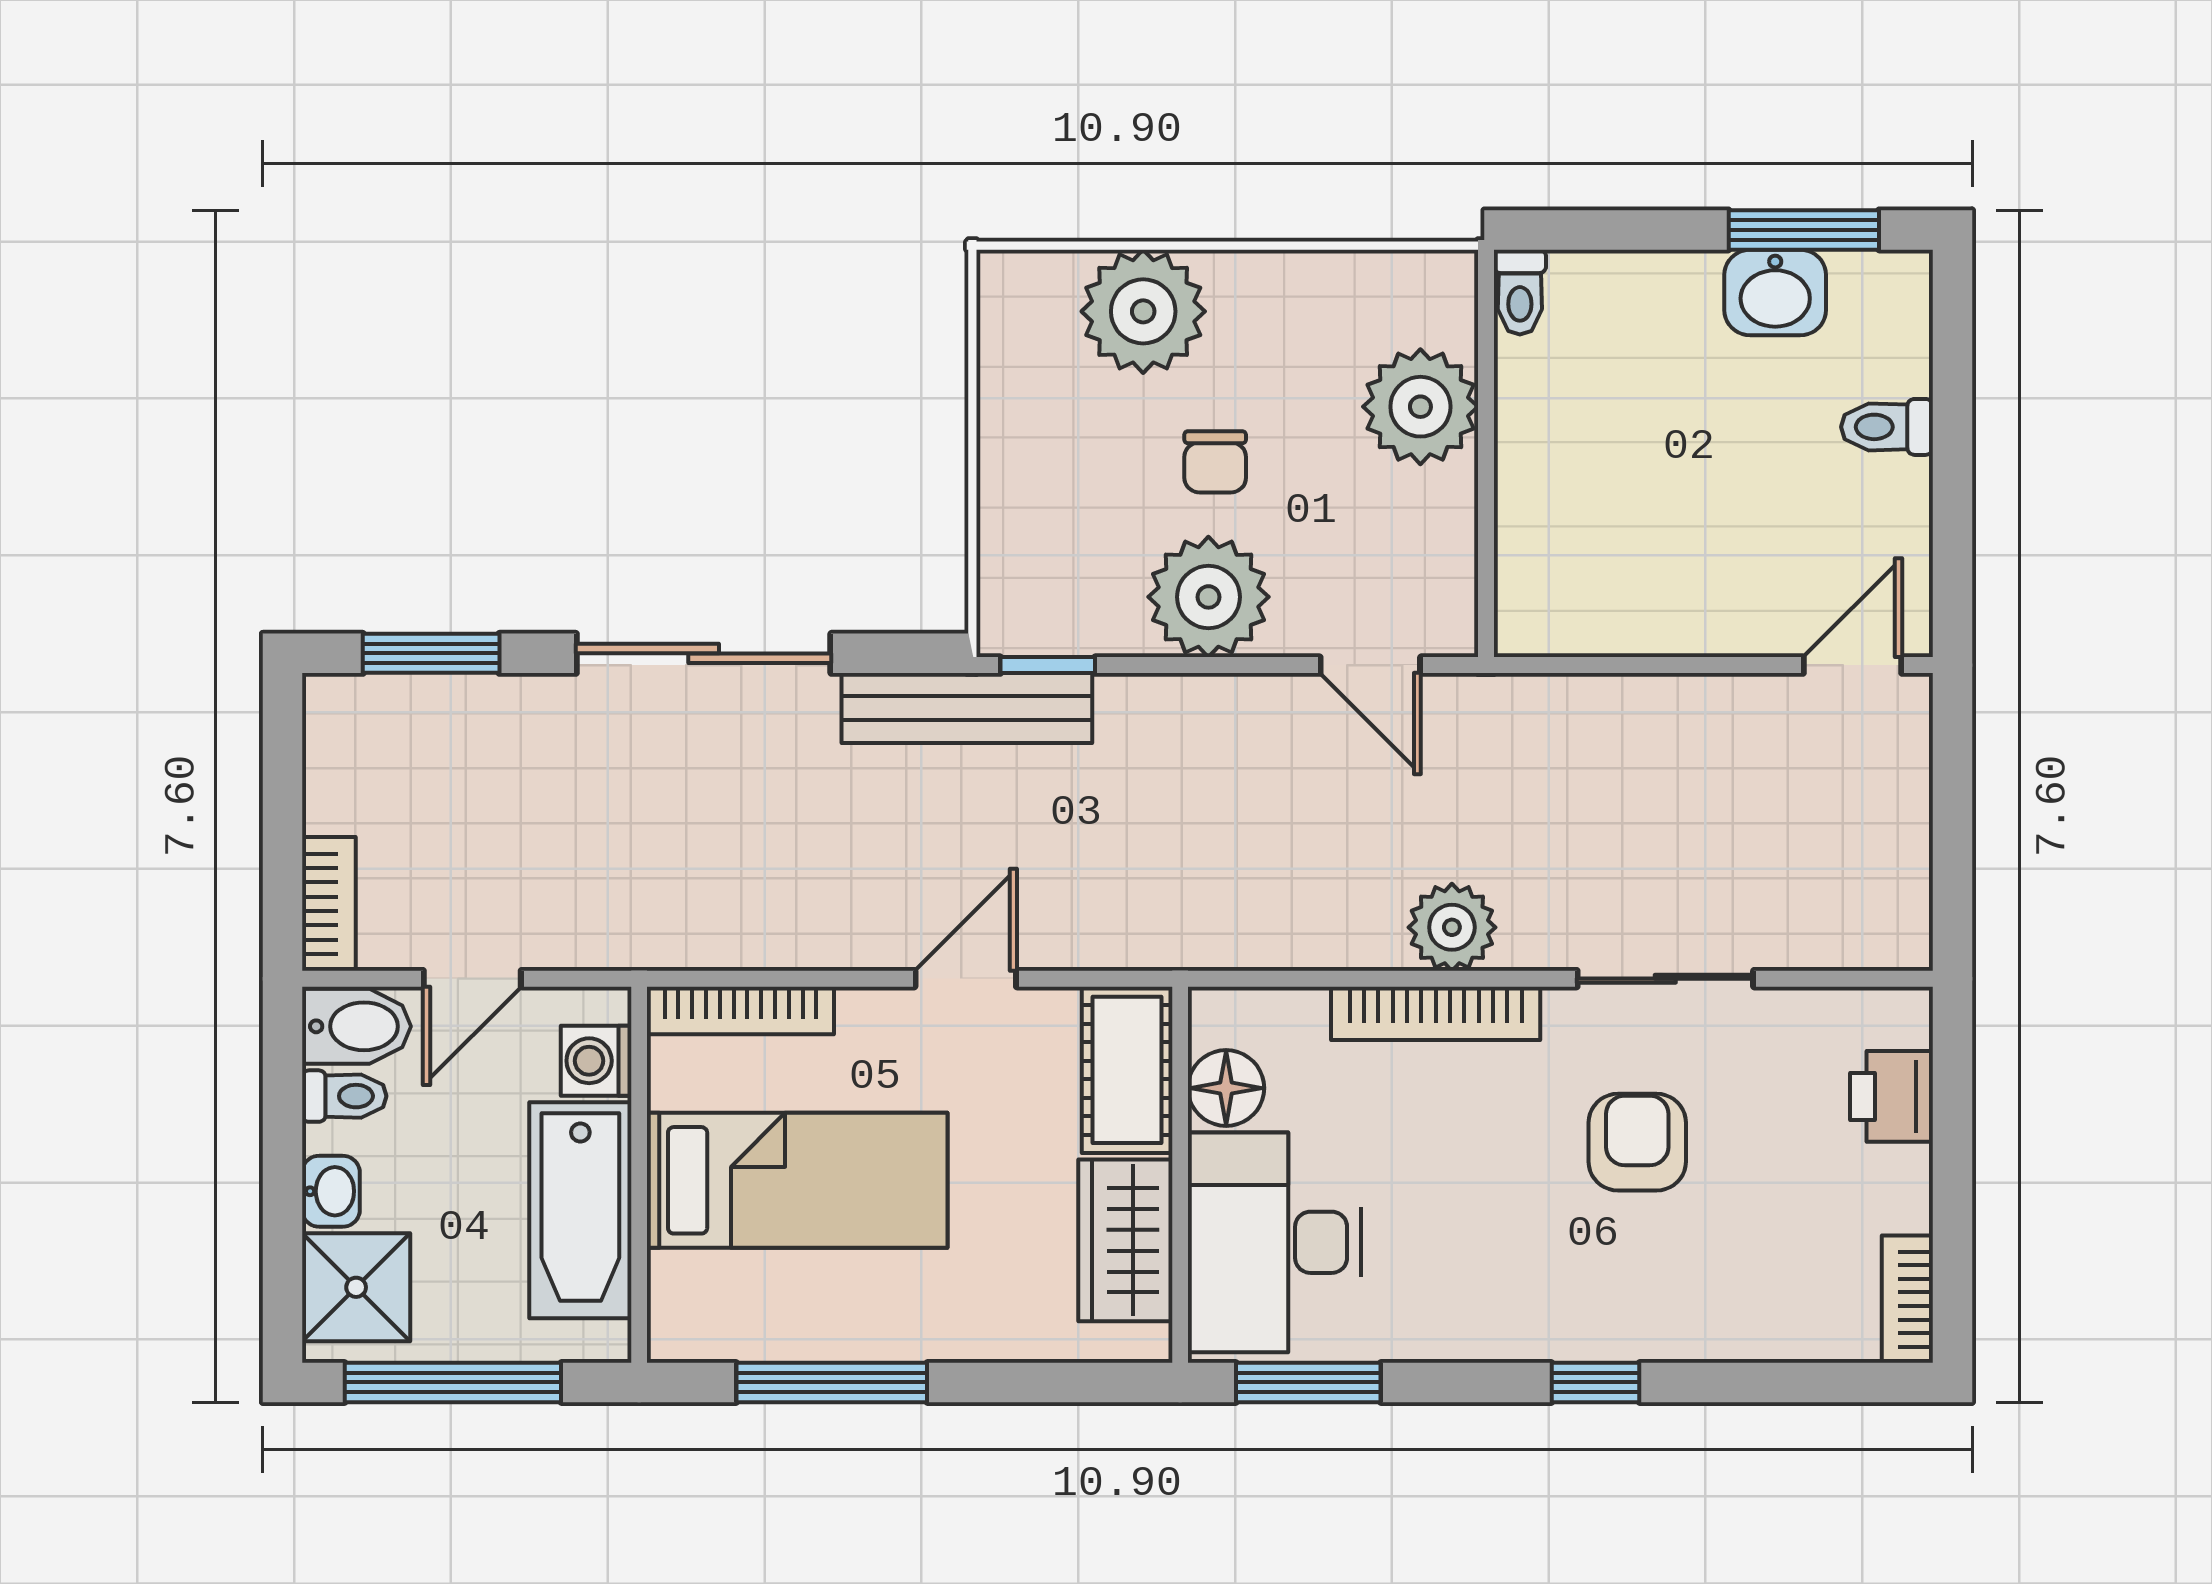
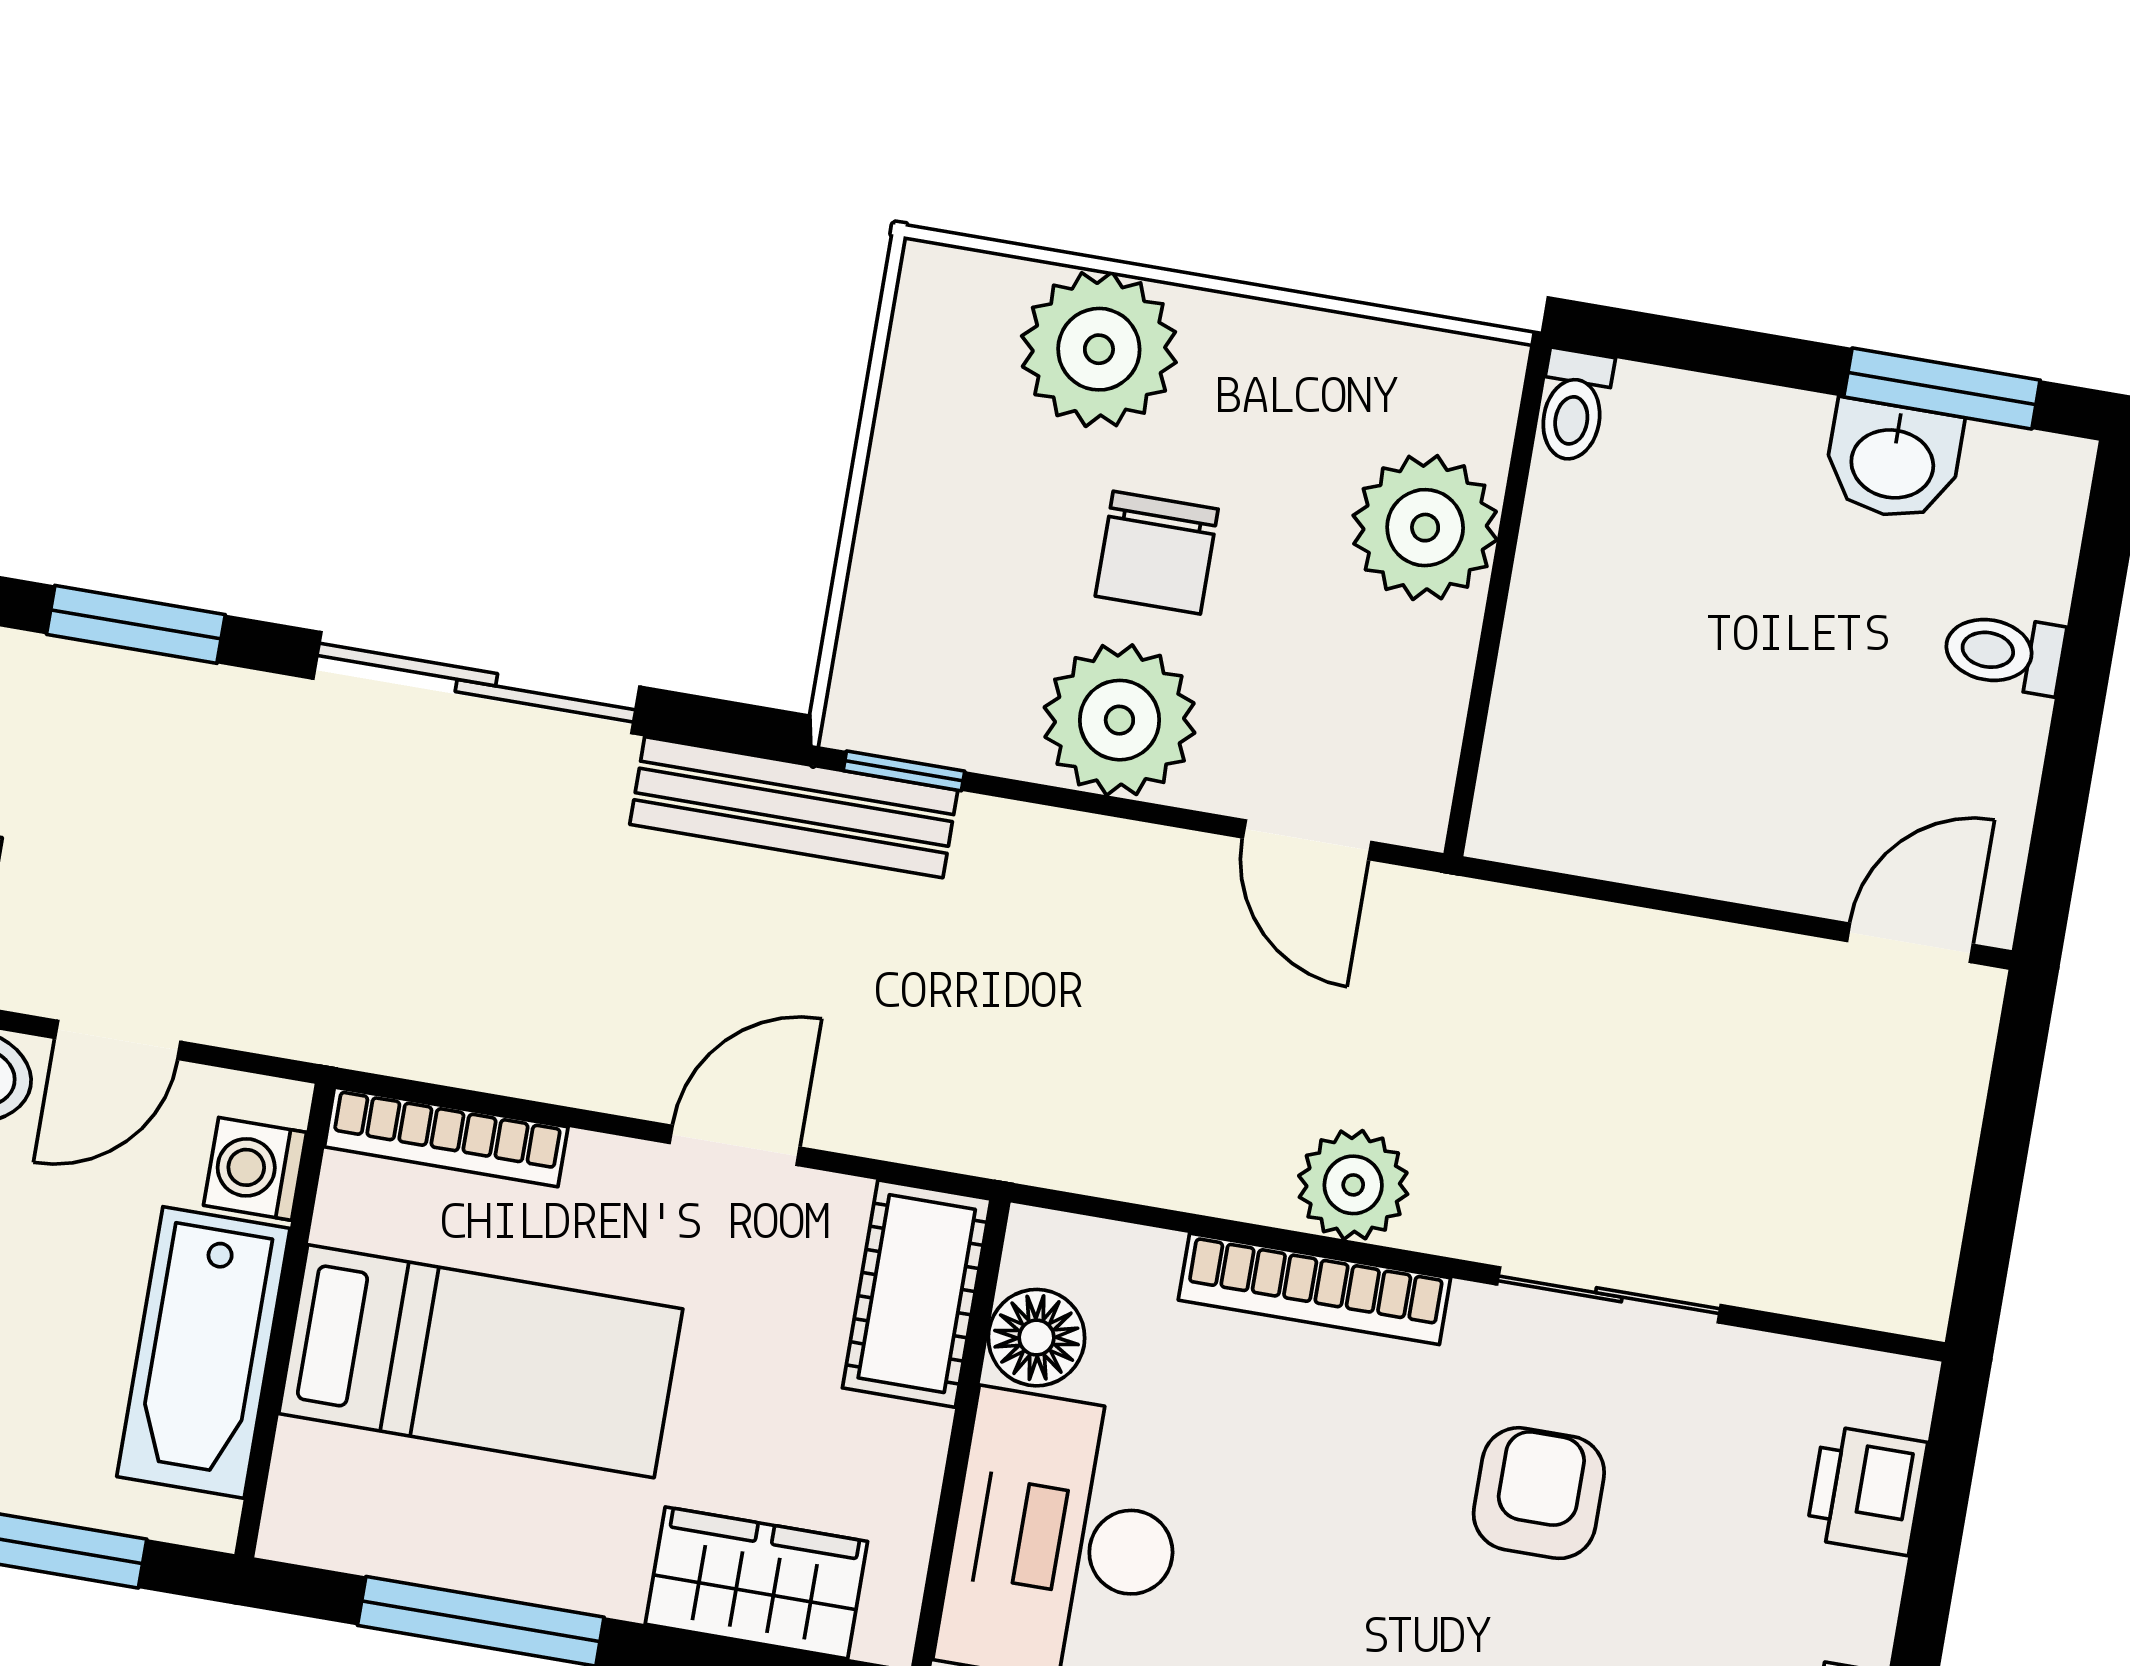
chair: (1215, 462) -> (1157, 553), width x1.37, depth x1.37
wardrobe: (1125, 1240) -> (756, 1583), moved, turned 90

